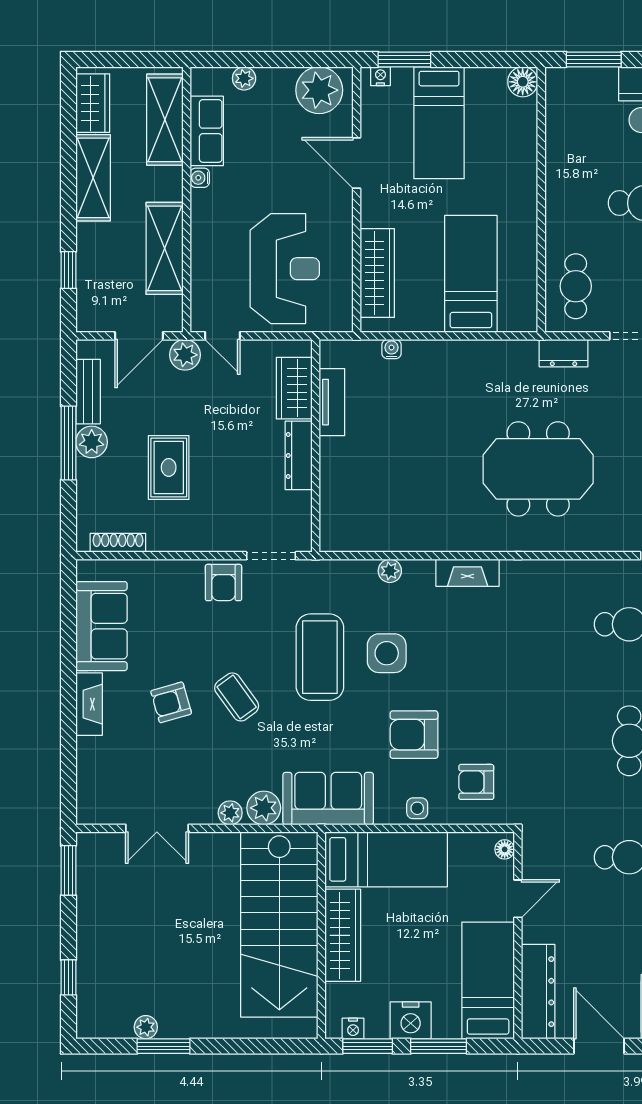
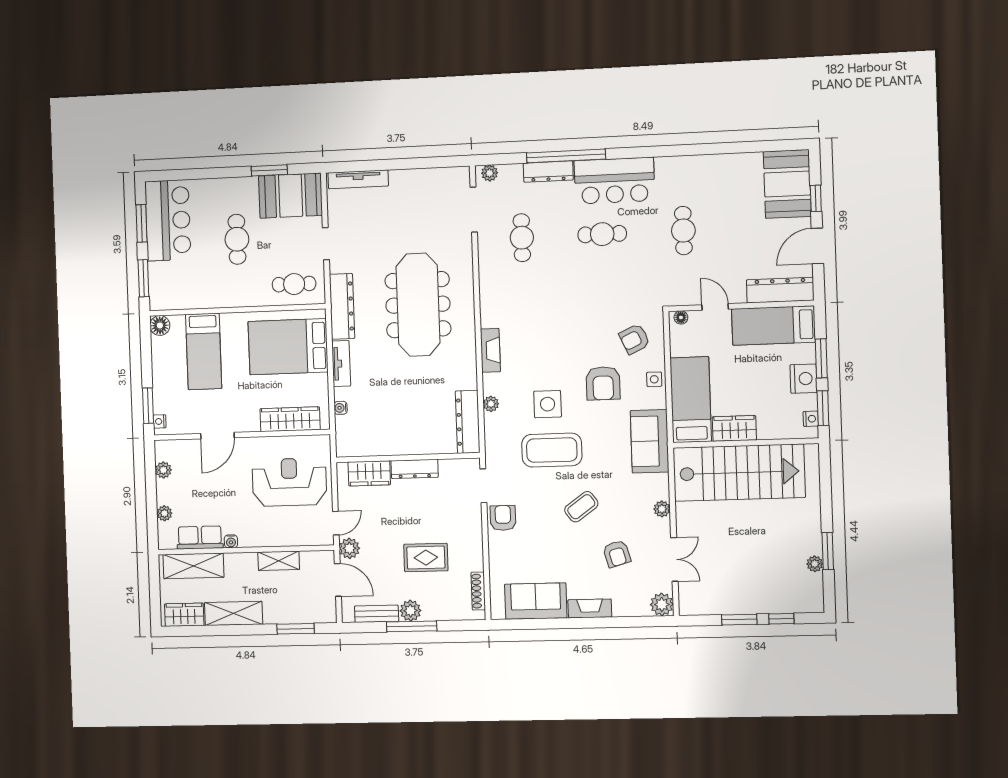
plant: (319, 90) -> (163, 470), width x0.53, depth x0.53
bed: (439, 123) -> (204, 351), moved, turned 90
shelving: (165, 248) -> (279, 561), width x0.67, depth x0.75
window: (68, 270) -> (296, 629), width x1.50
bed: (471, 274) -> (288, 347), width x1.50
dresser: (564, 353) -> (342, 306), width x1.96, depth x1.24
tv unit: (332, 402) -> (341, 364), moved, turned 90
meeting table: (538, 469) -> (418, 305), width x1.36
dresser: (365, 536) -> (468, 422), added
armchair: (223, 583) -> (503, 518), turned -90
armchair: (171, 702) -> (617, 554), moved
armchair: (476, 782) -> (634, 339), turned 65
plant: (264, 808) -> (662, 604), moved
window: (68, 870) -> (739, 620), moved
wardrobe: (343, 935) -> (734, 428), width x0.67

